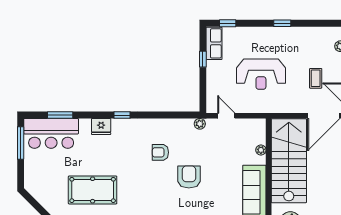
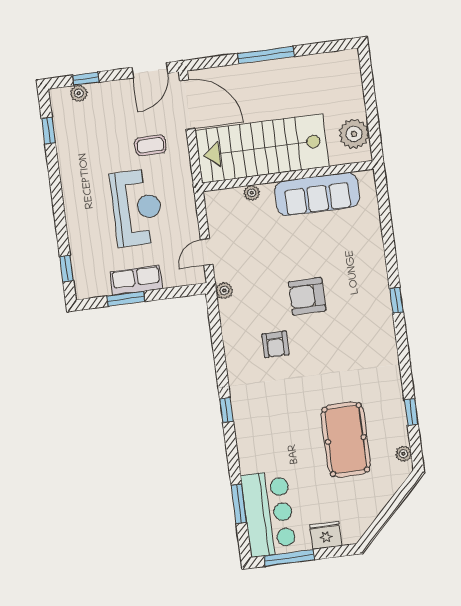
window: (282, 23) -> (48, 131), moved
row of seats: (214, 43) -> (136, 280), moved
window: (203, 59) -> (126, 299), width x1.50
coffee table: (316, 78) -> (150, 145), moved
fridge: (101, 126) -> (326, 535), moved, turned -90

